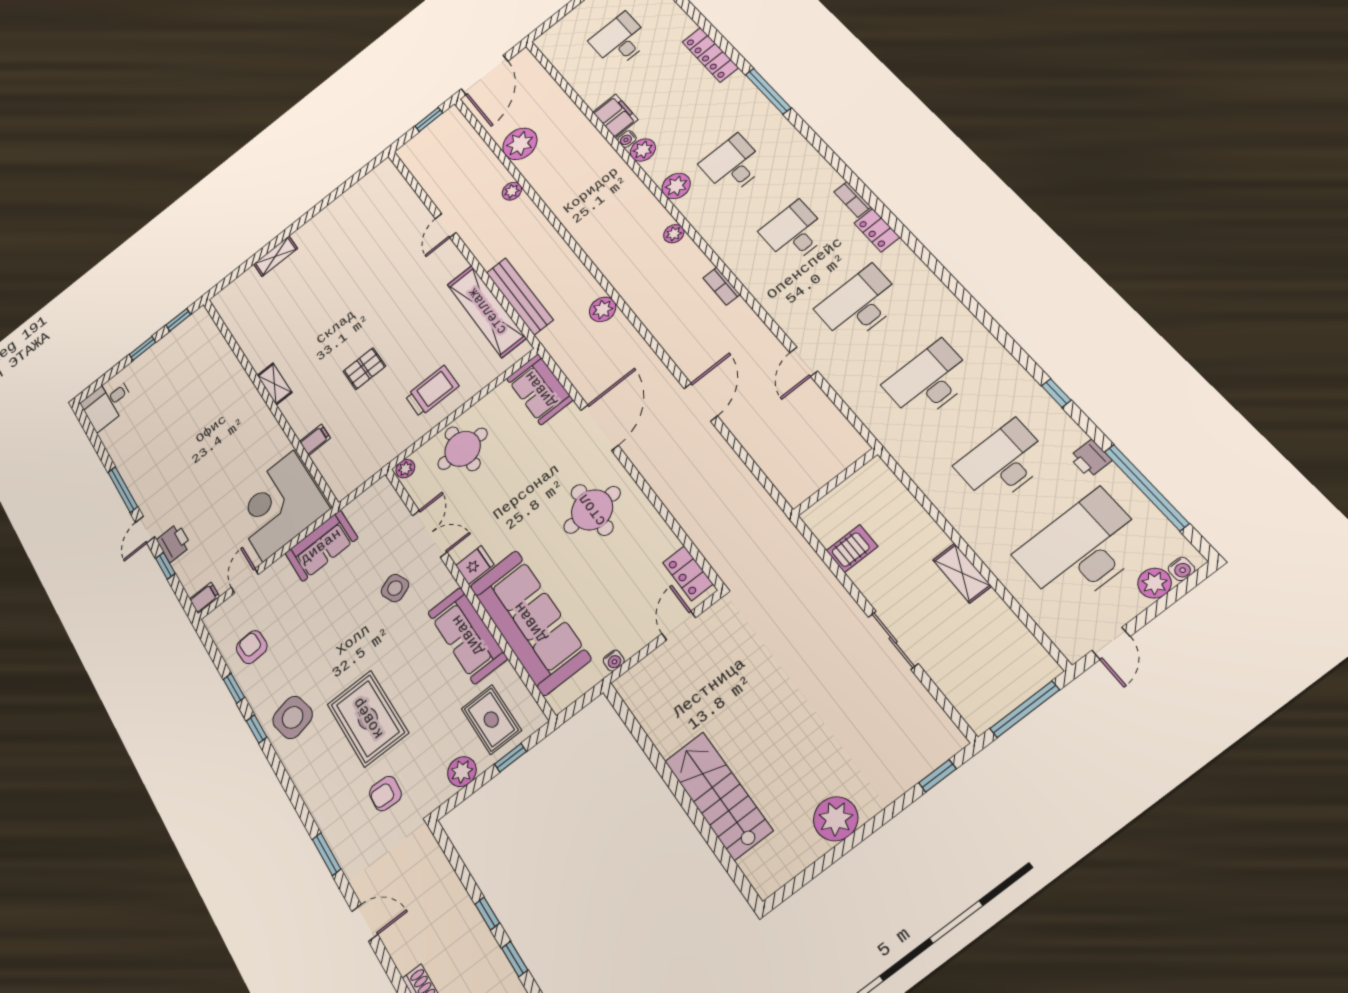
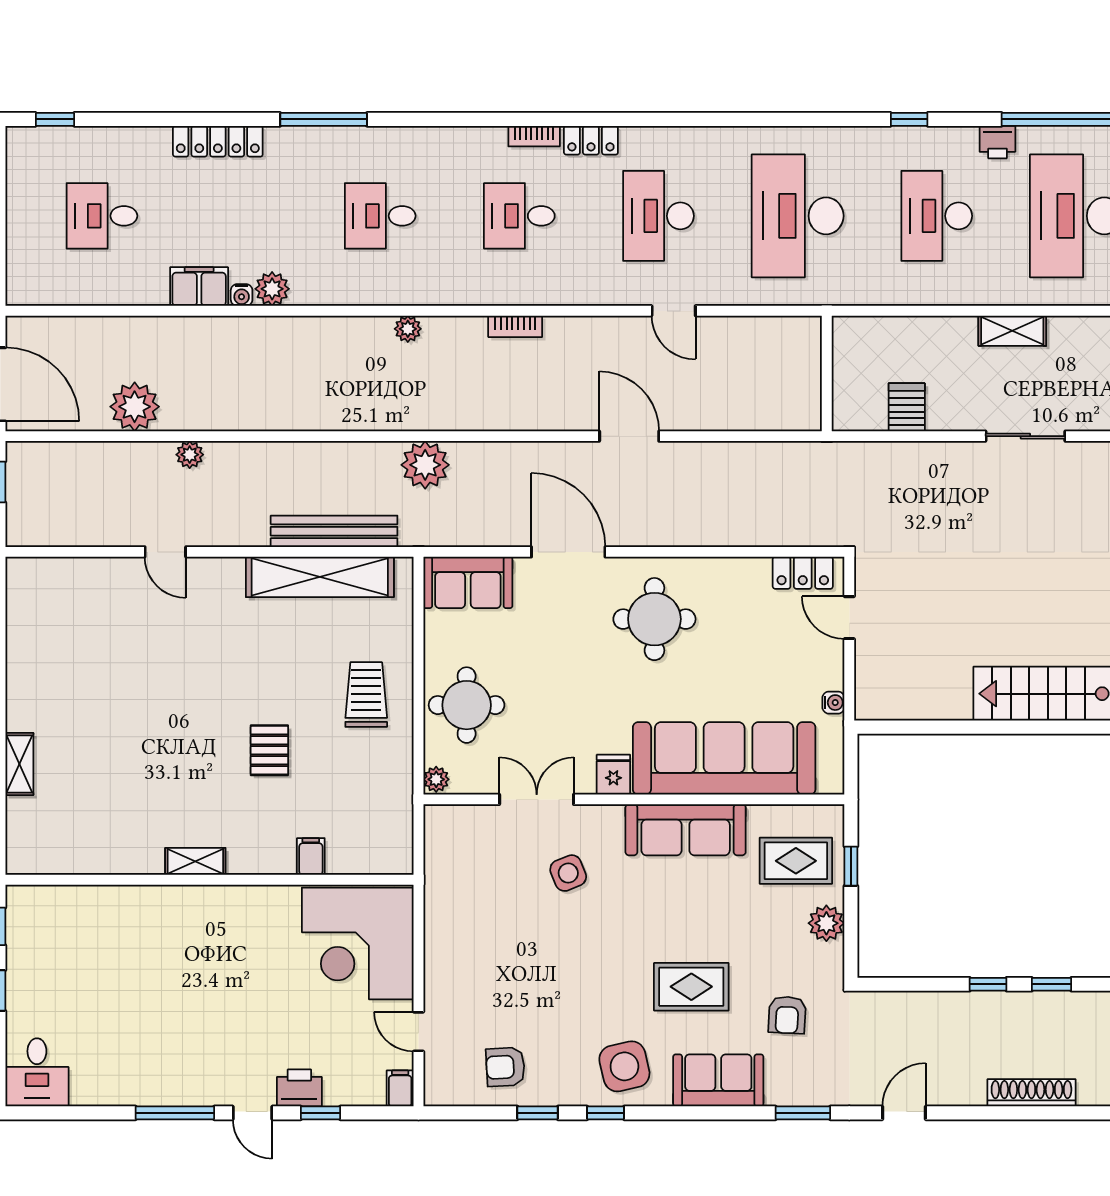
plant: (676, 186) -> (351, 287), removed
plant: (603, 309) -> (425, 465), width x1.36, depth x1.36
desk: (929, 381) -> (798, 216), width x1.36, depth x1.30
sofa: (321, 546) -> (718, 1080), moved, turned -90
rug: (368, 718) -> (691, 987), width x0.73, depth x0.70

